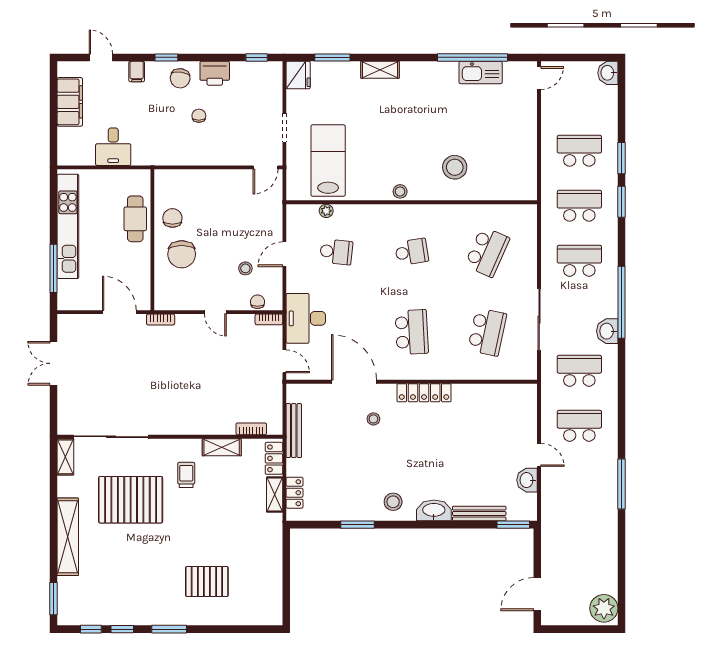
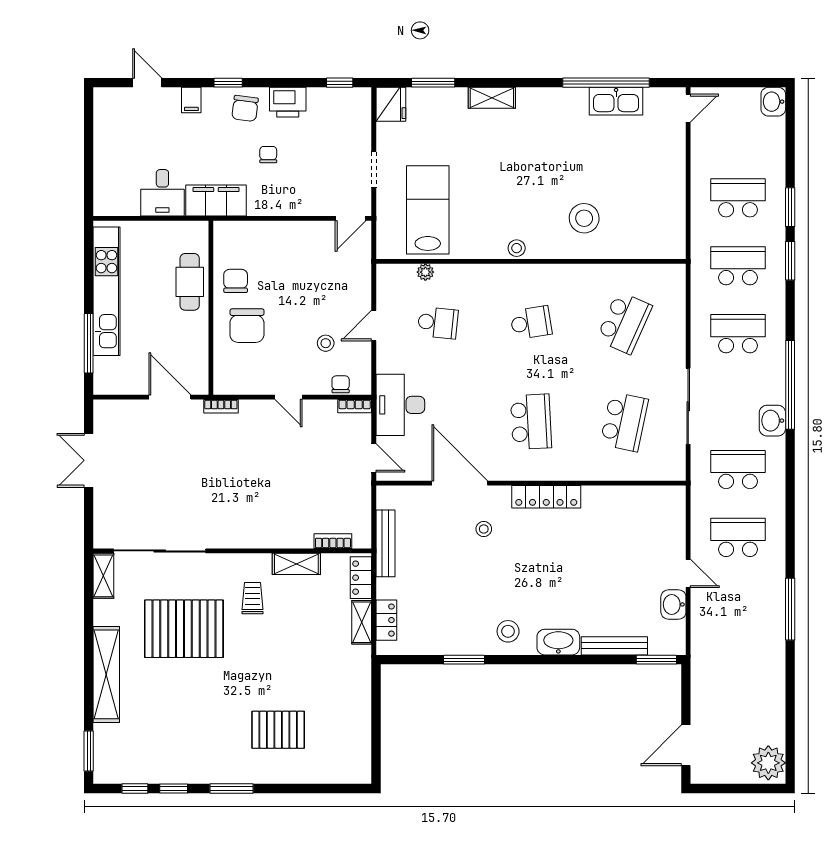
filing cabinet: (70, 102) -> (216, 200), moved, turned -90

